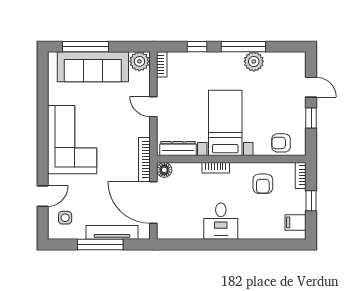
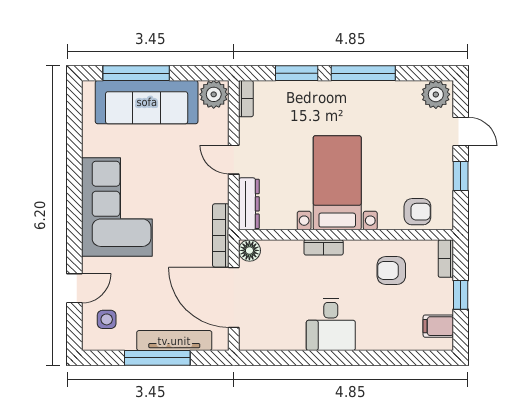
window: (197, 47) -> (297, 73), width x1.50
plant: (254, 61) -> (436, 94), moved
armchair: (281, 143) -> (417, 212), turned 180
dresser: (178, 149) -> (249, 204), moved, turned 90
armchair: (263, 184) -> (391, 271), turned 90

